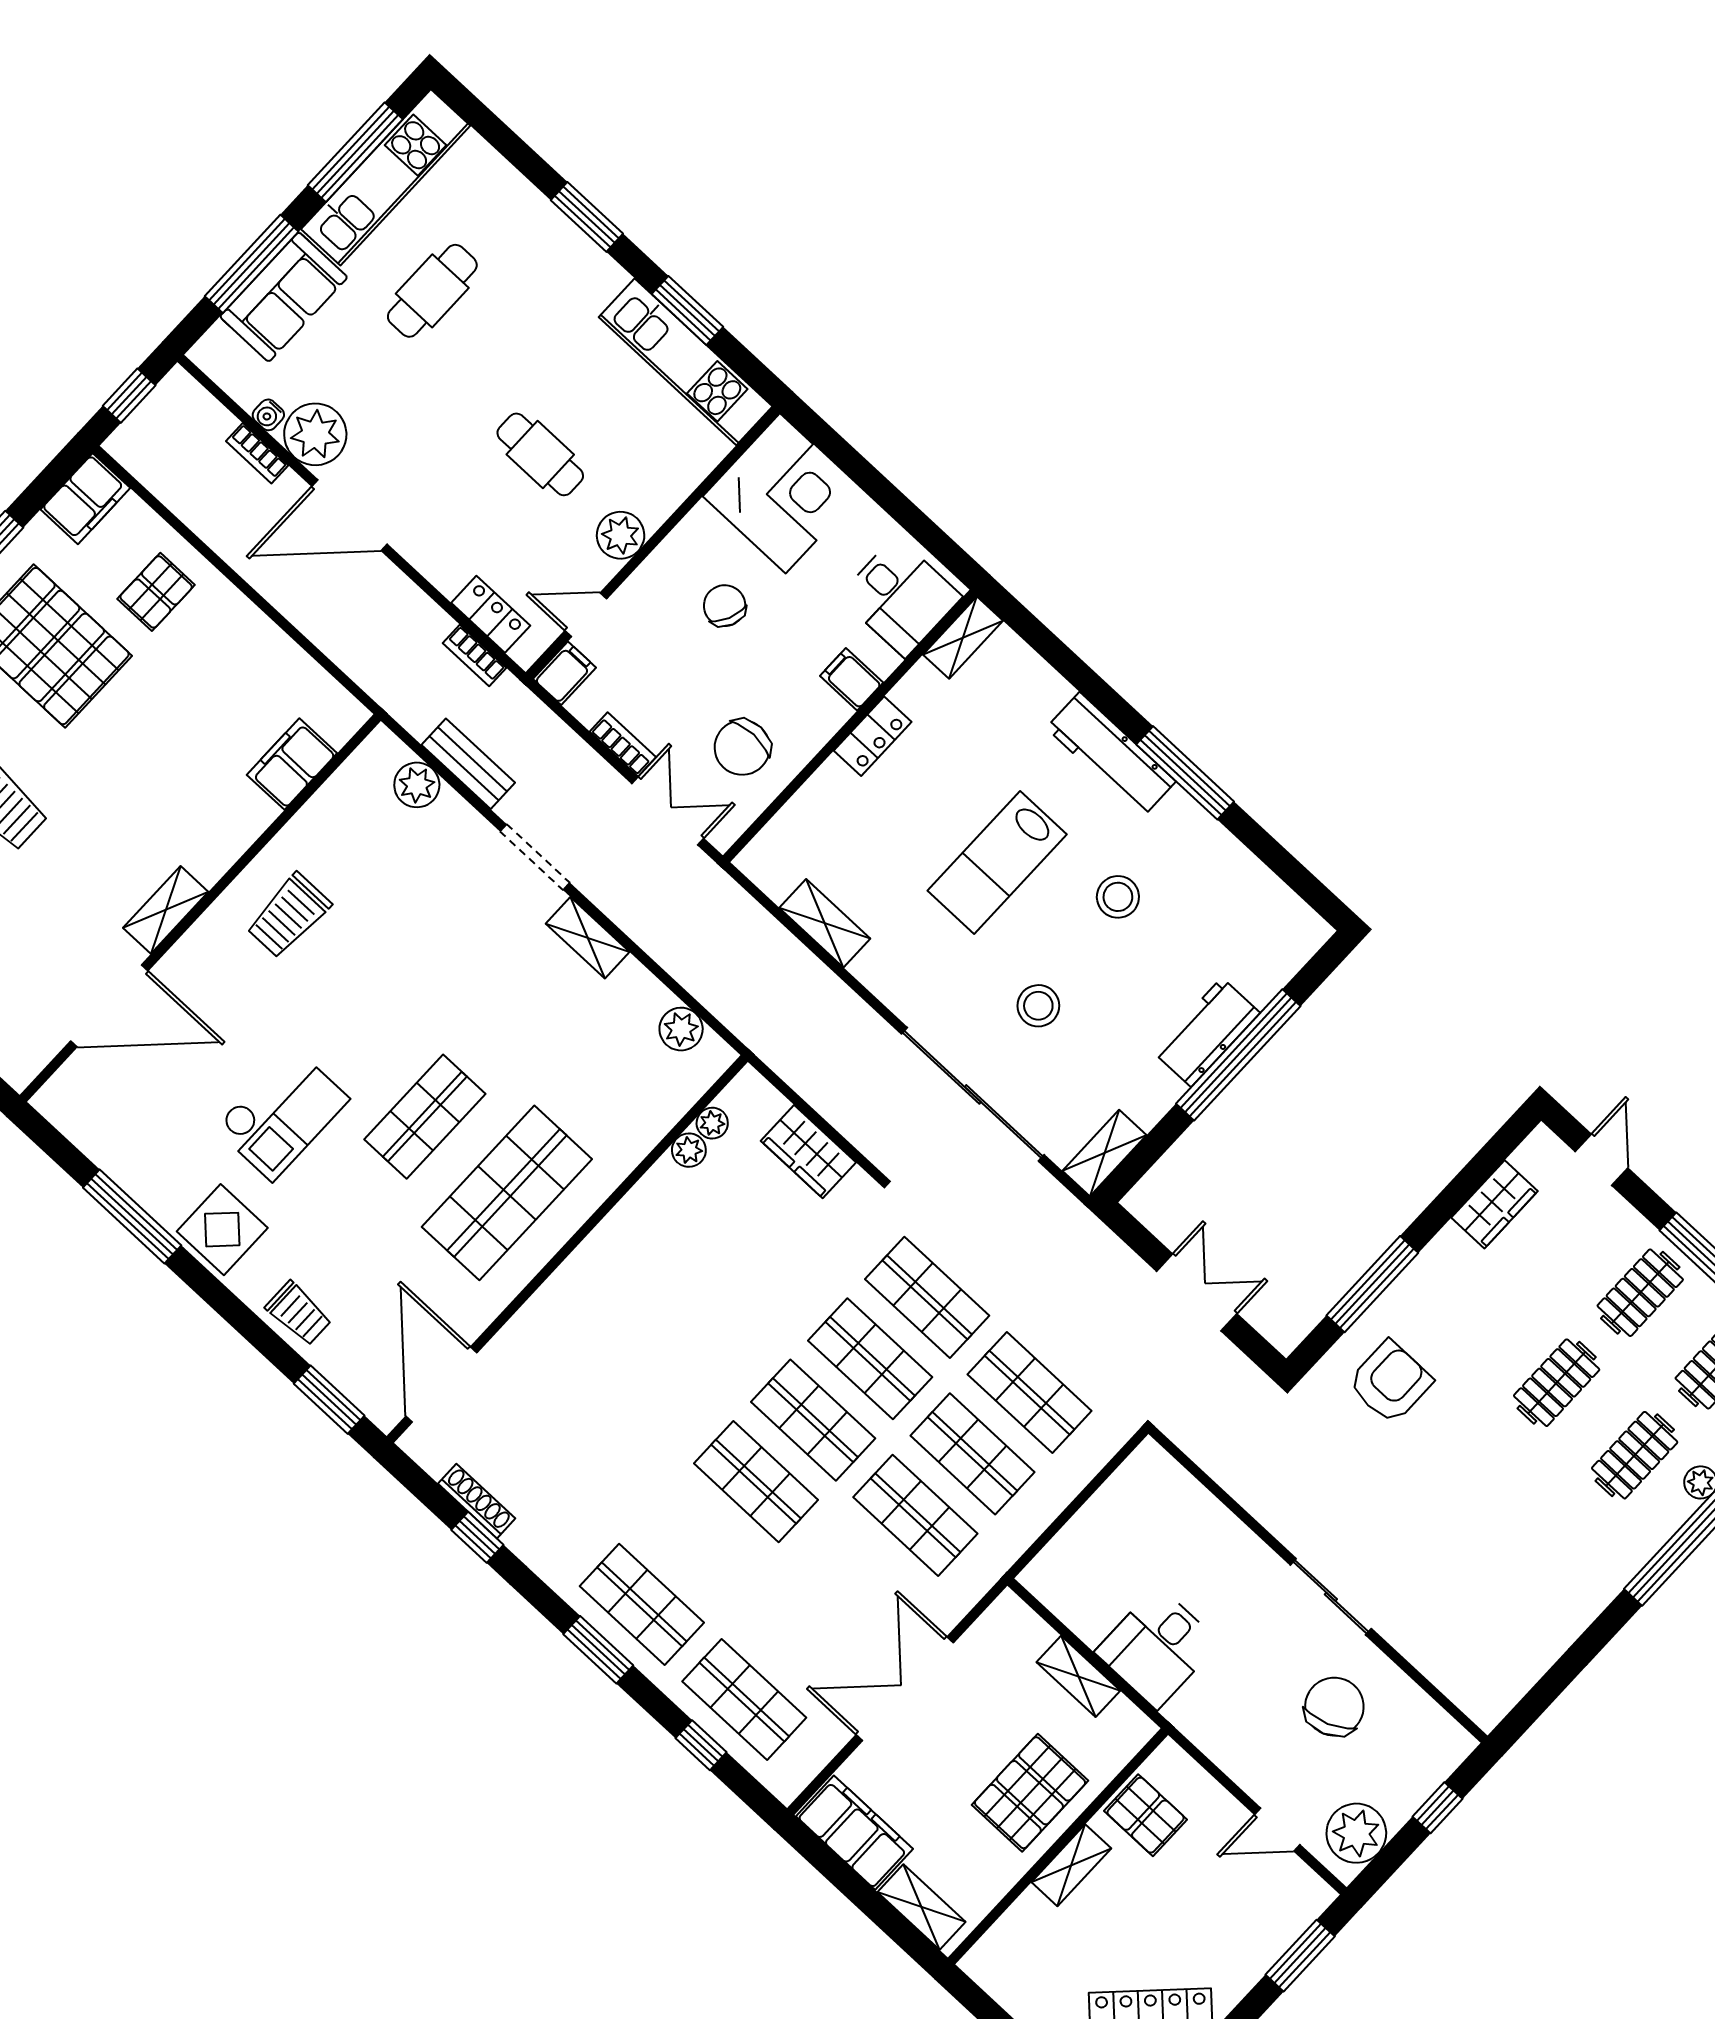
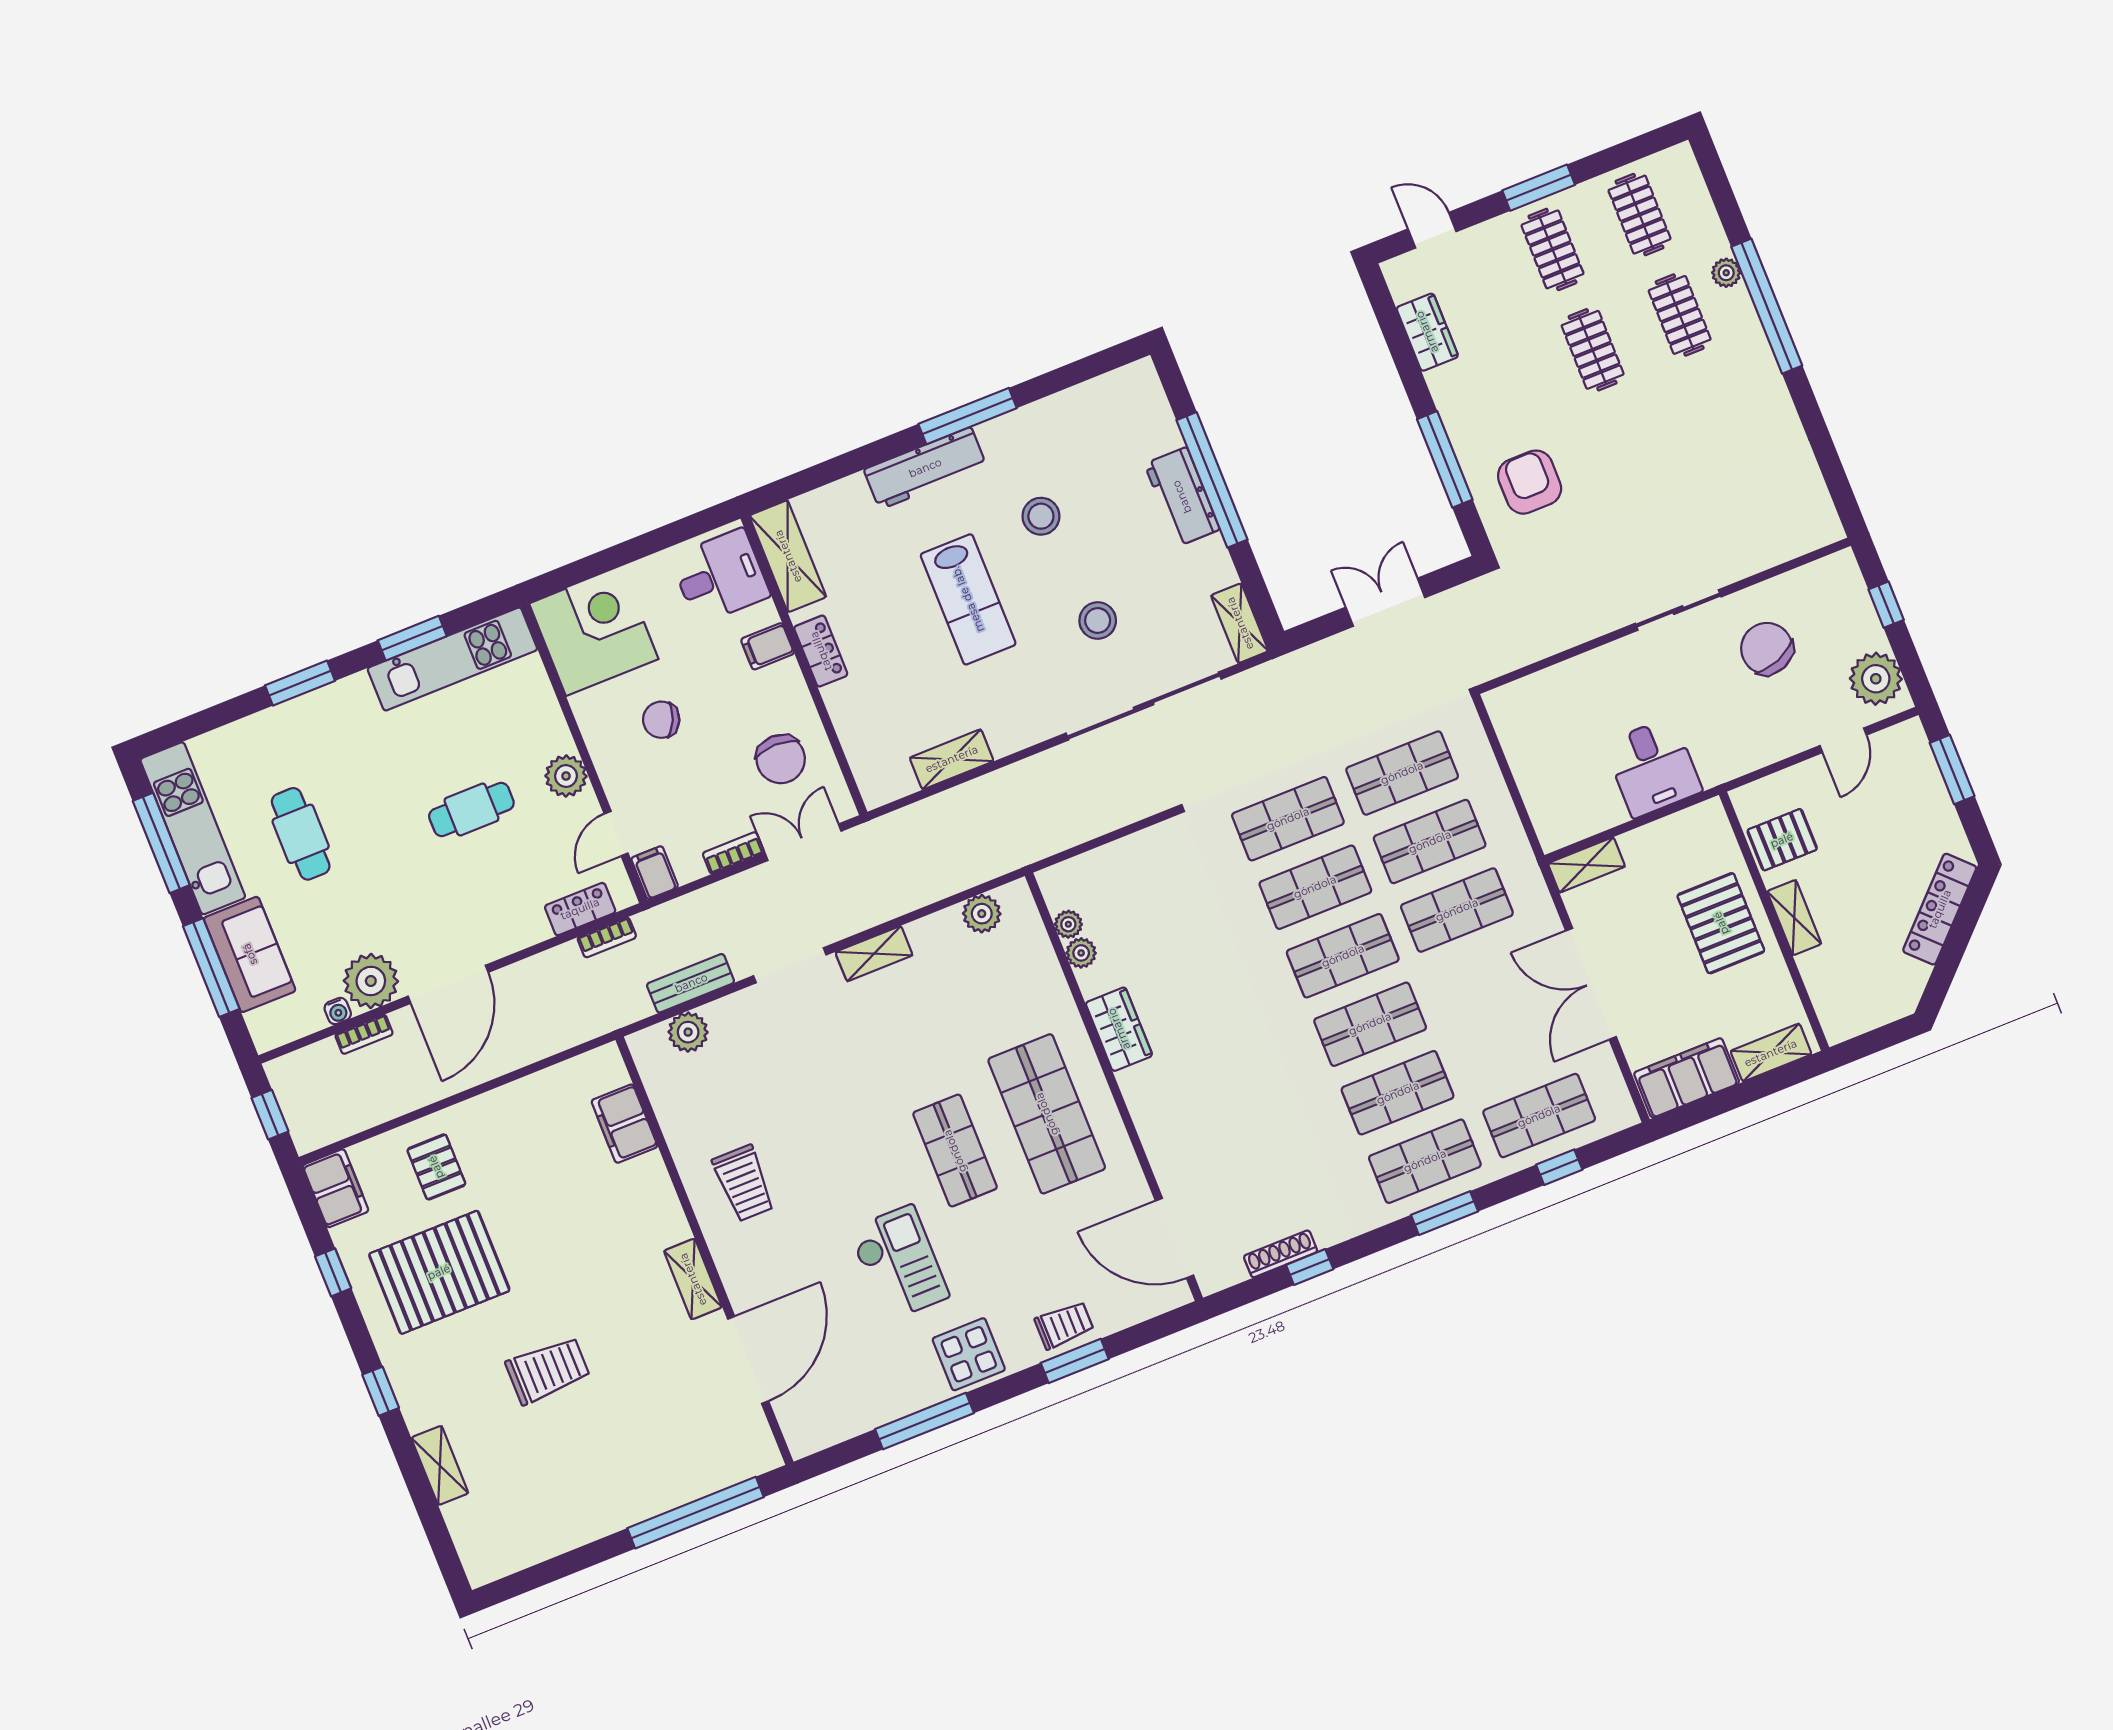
shelving: (963, 638) -> (788, 556), width x1.50, depth x1.33
wardrobe: (808, 1152) -> (1119, 1029), moved, turned -90
window: (329, 1400) -> (1075, 1361), moved
shop shelf: (699, 1543) -> (1398, 1093), added
shelving: (1078, 1676) -> (1587, 865), moved

